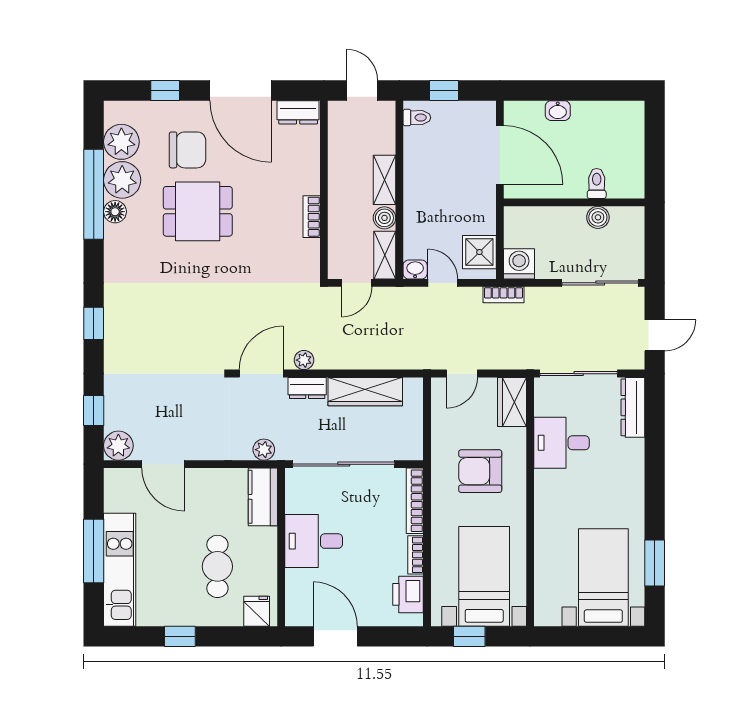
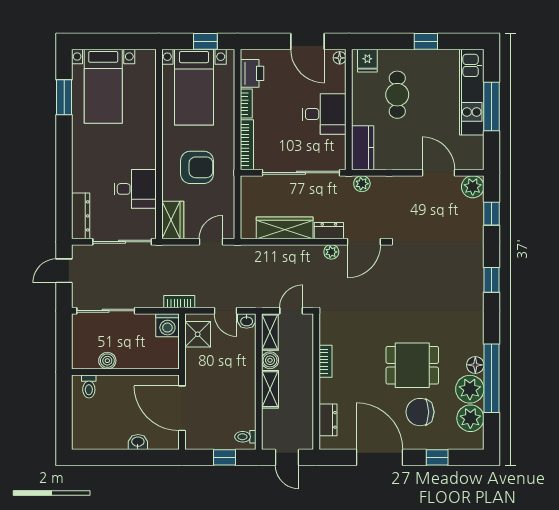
dresser: (298, 112) -> (328, 420), moved, turned 90
toilet: (597, 183) -> (89, 387), moved
floor lamp: (293, 615) -> (340, 58), added

